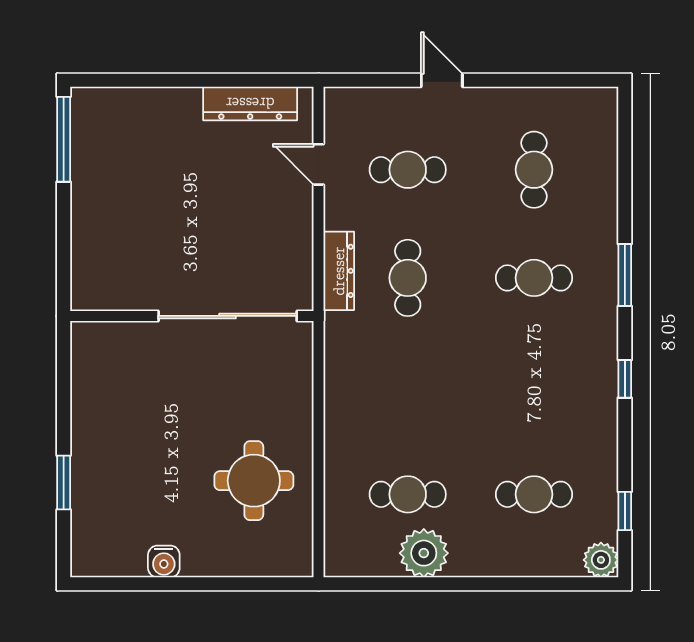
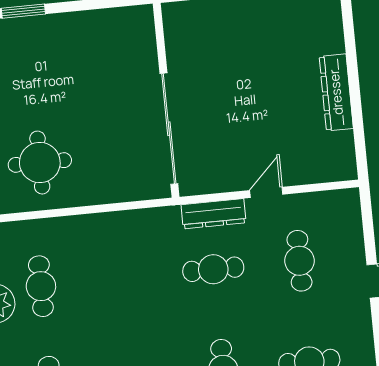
dresser: (250, 103) -> (336, 92), moved
door: (319, 164) -> (266, 192), moved

